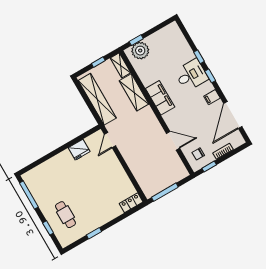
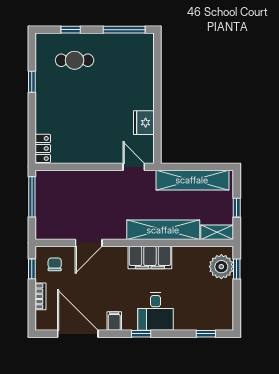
window: (199, 57) -> (206, 334), moved
shelving: (134, 92) -> (163, 230), width x1.47

